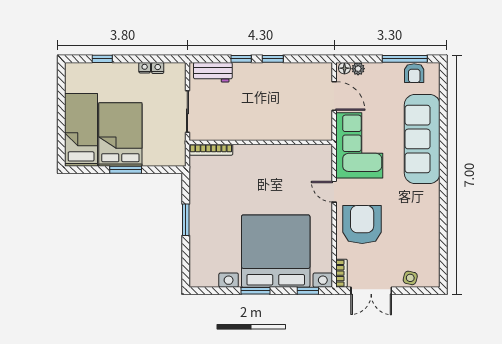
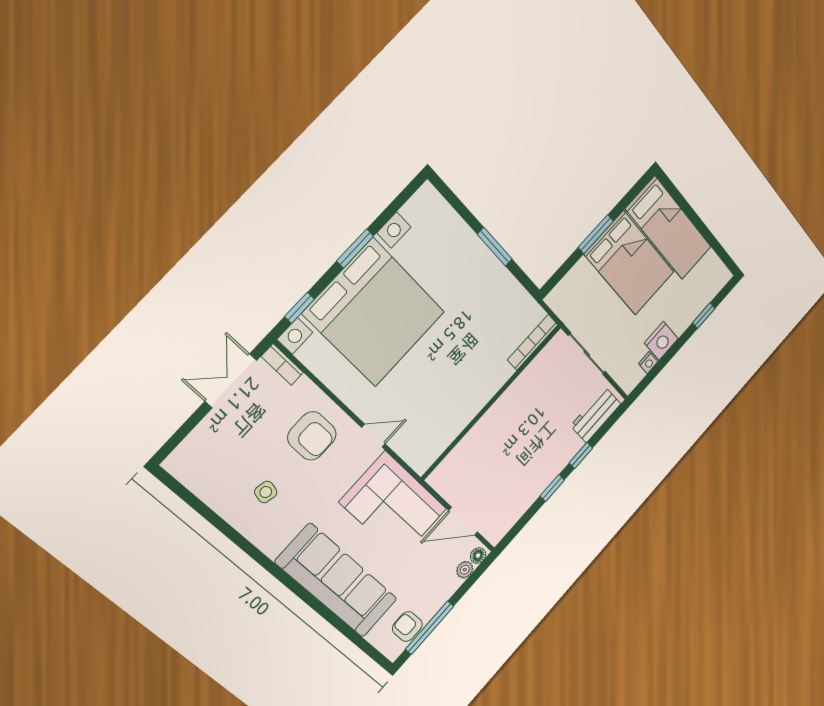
nightstand: (145, 68) -> (661, 341), width x1.89, depth x1.79
armchair: (362, 224) -> (312, 436), width x0.73, depth x0.73
side table: (410, 278) -> (266, 492), moved

